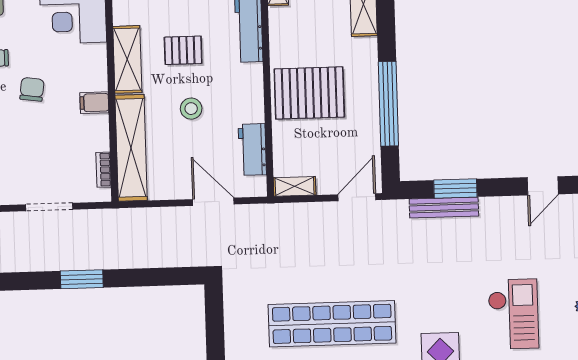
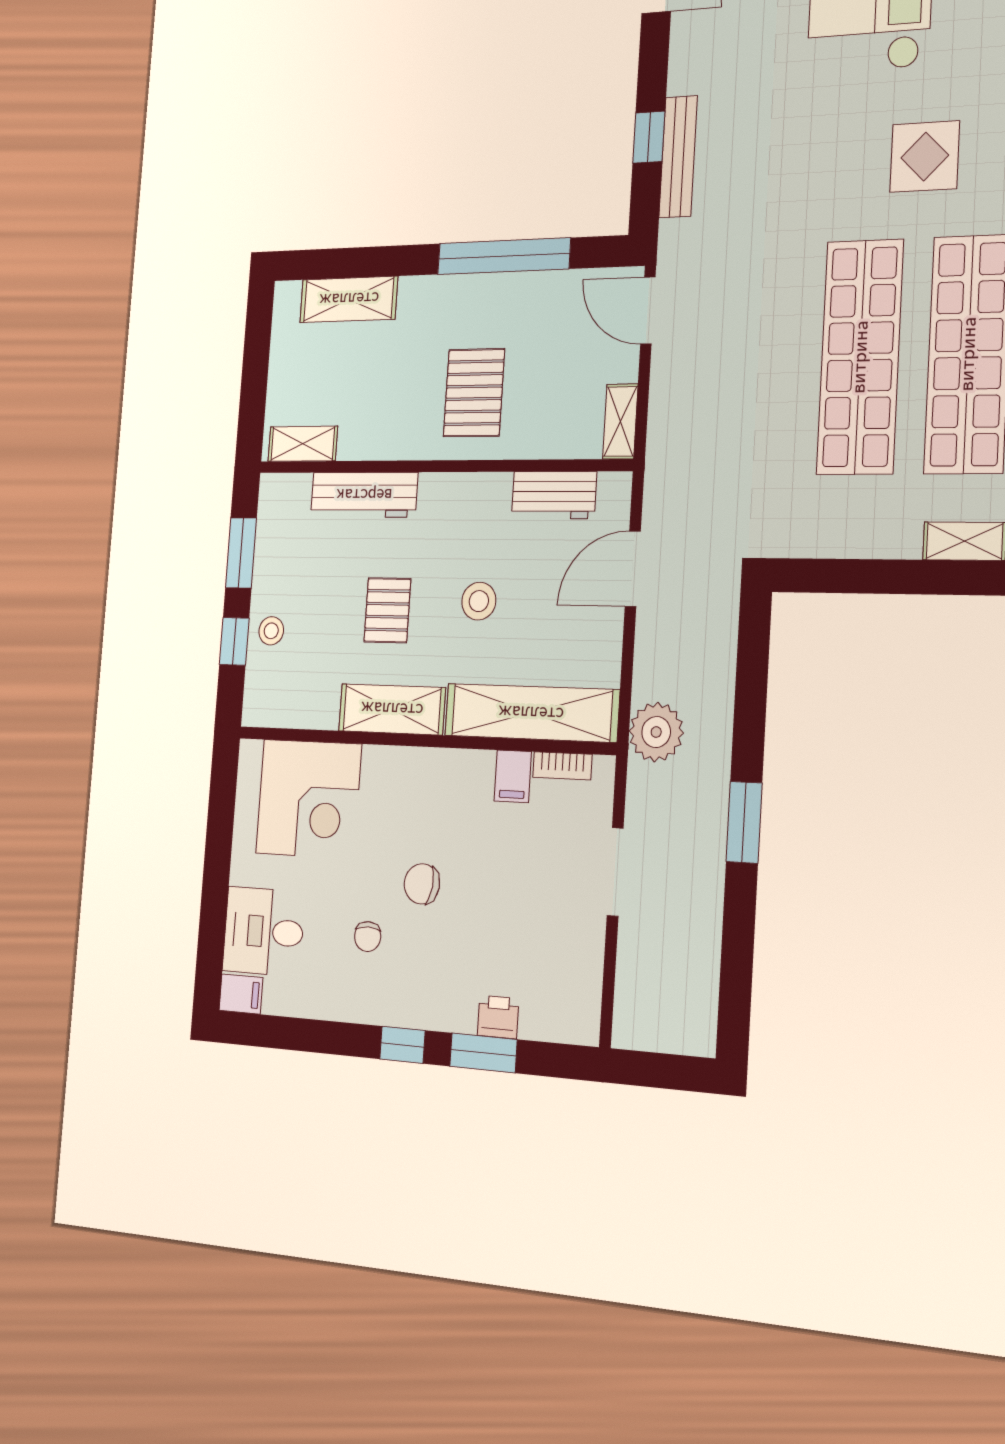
pallet: (309, 93) -> (474, 393), width x0.73, depth x0.71
filing cabinet: (94, 103) -> (513, 776), moved
window: (455, 188) -> (649, 137), width x0.67
plant: (126, 224) -> (656, 732), added

